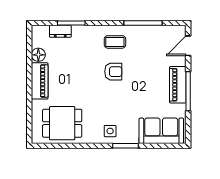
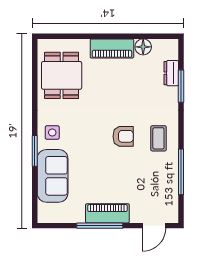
door: (188, 46) -> (154, 226), swing flipped
armchair: (113, 72) -> (123, 136), turned -90
sofa: (161, 131) -> (53, 176), moved

